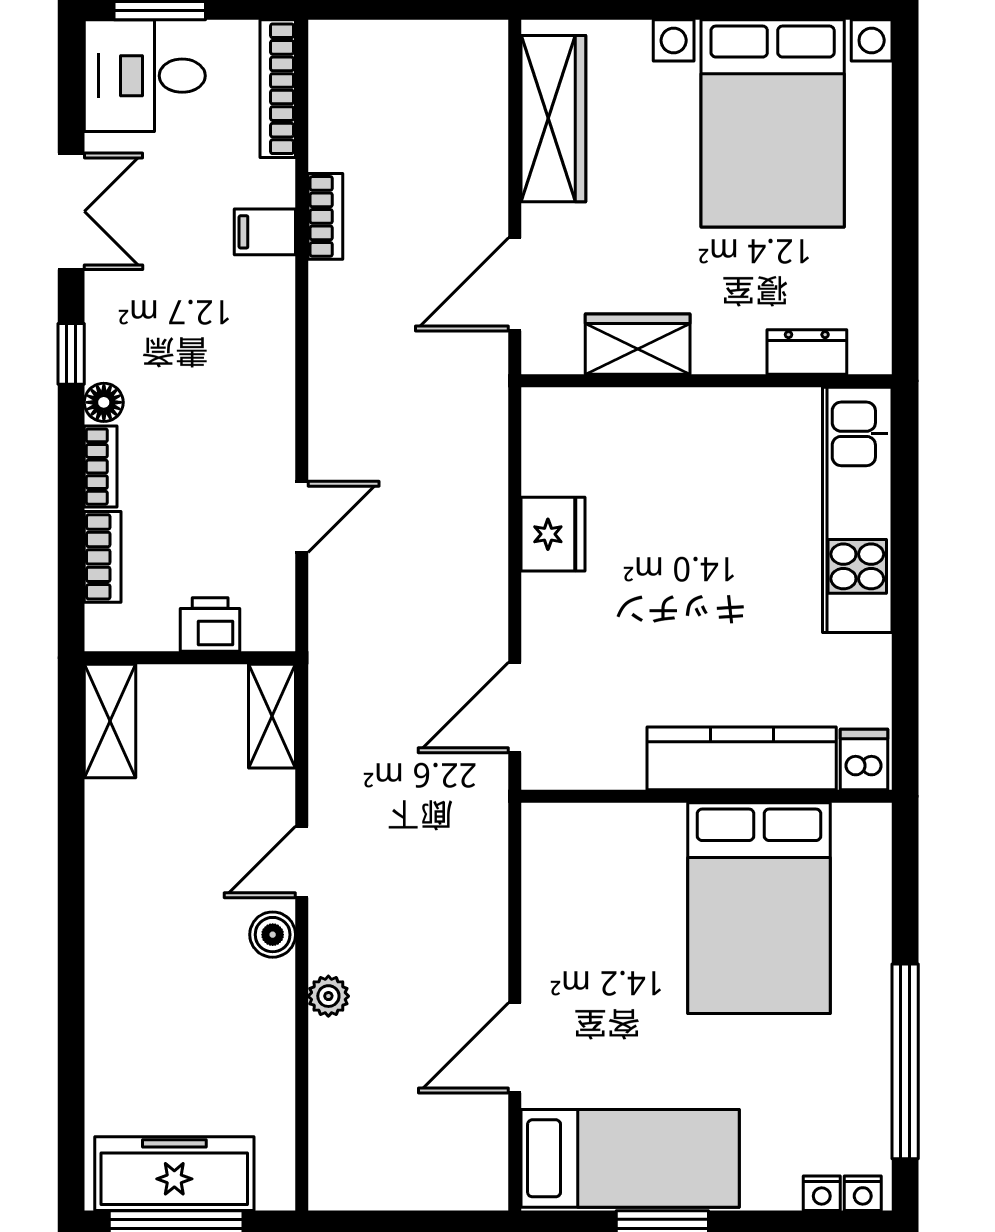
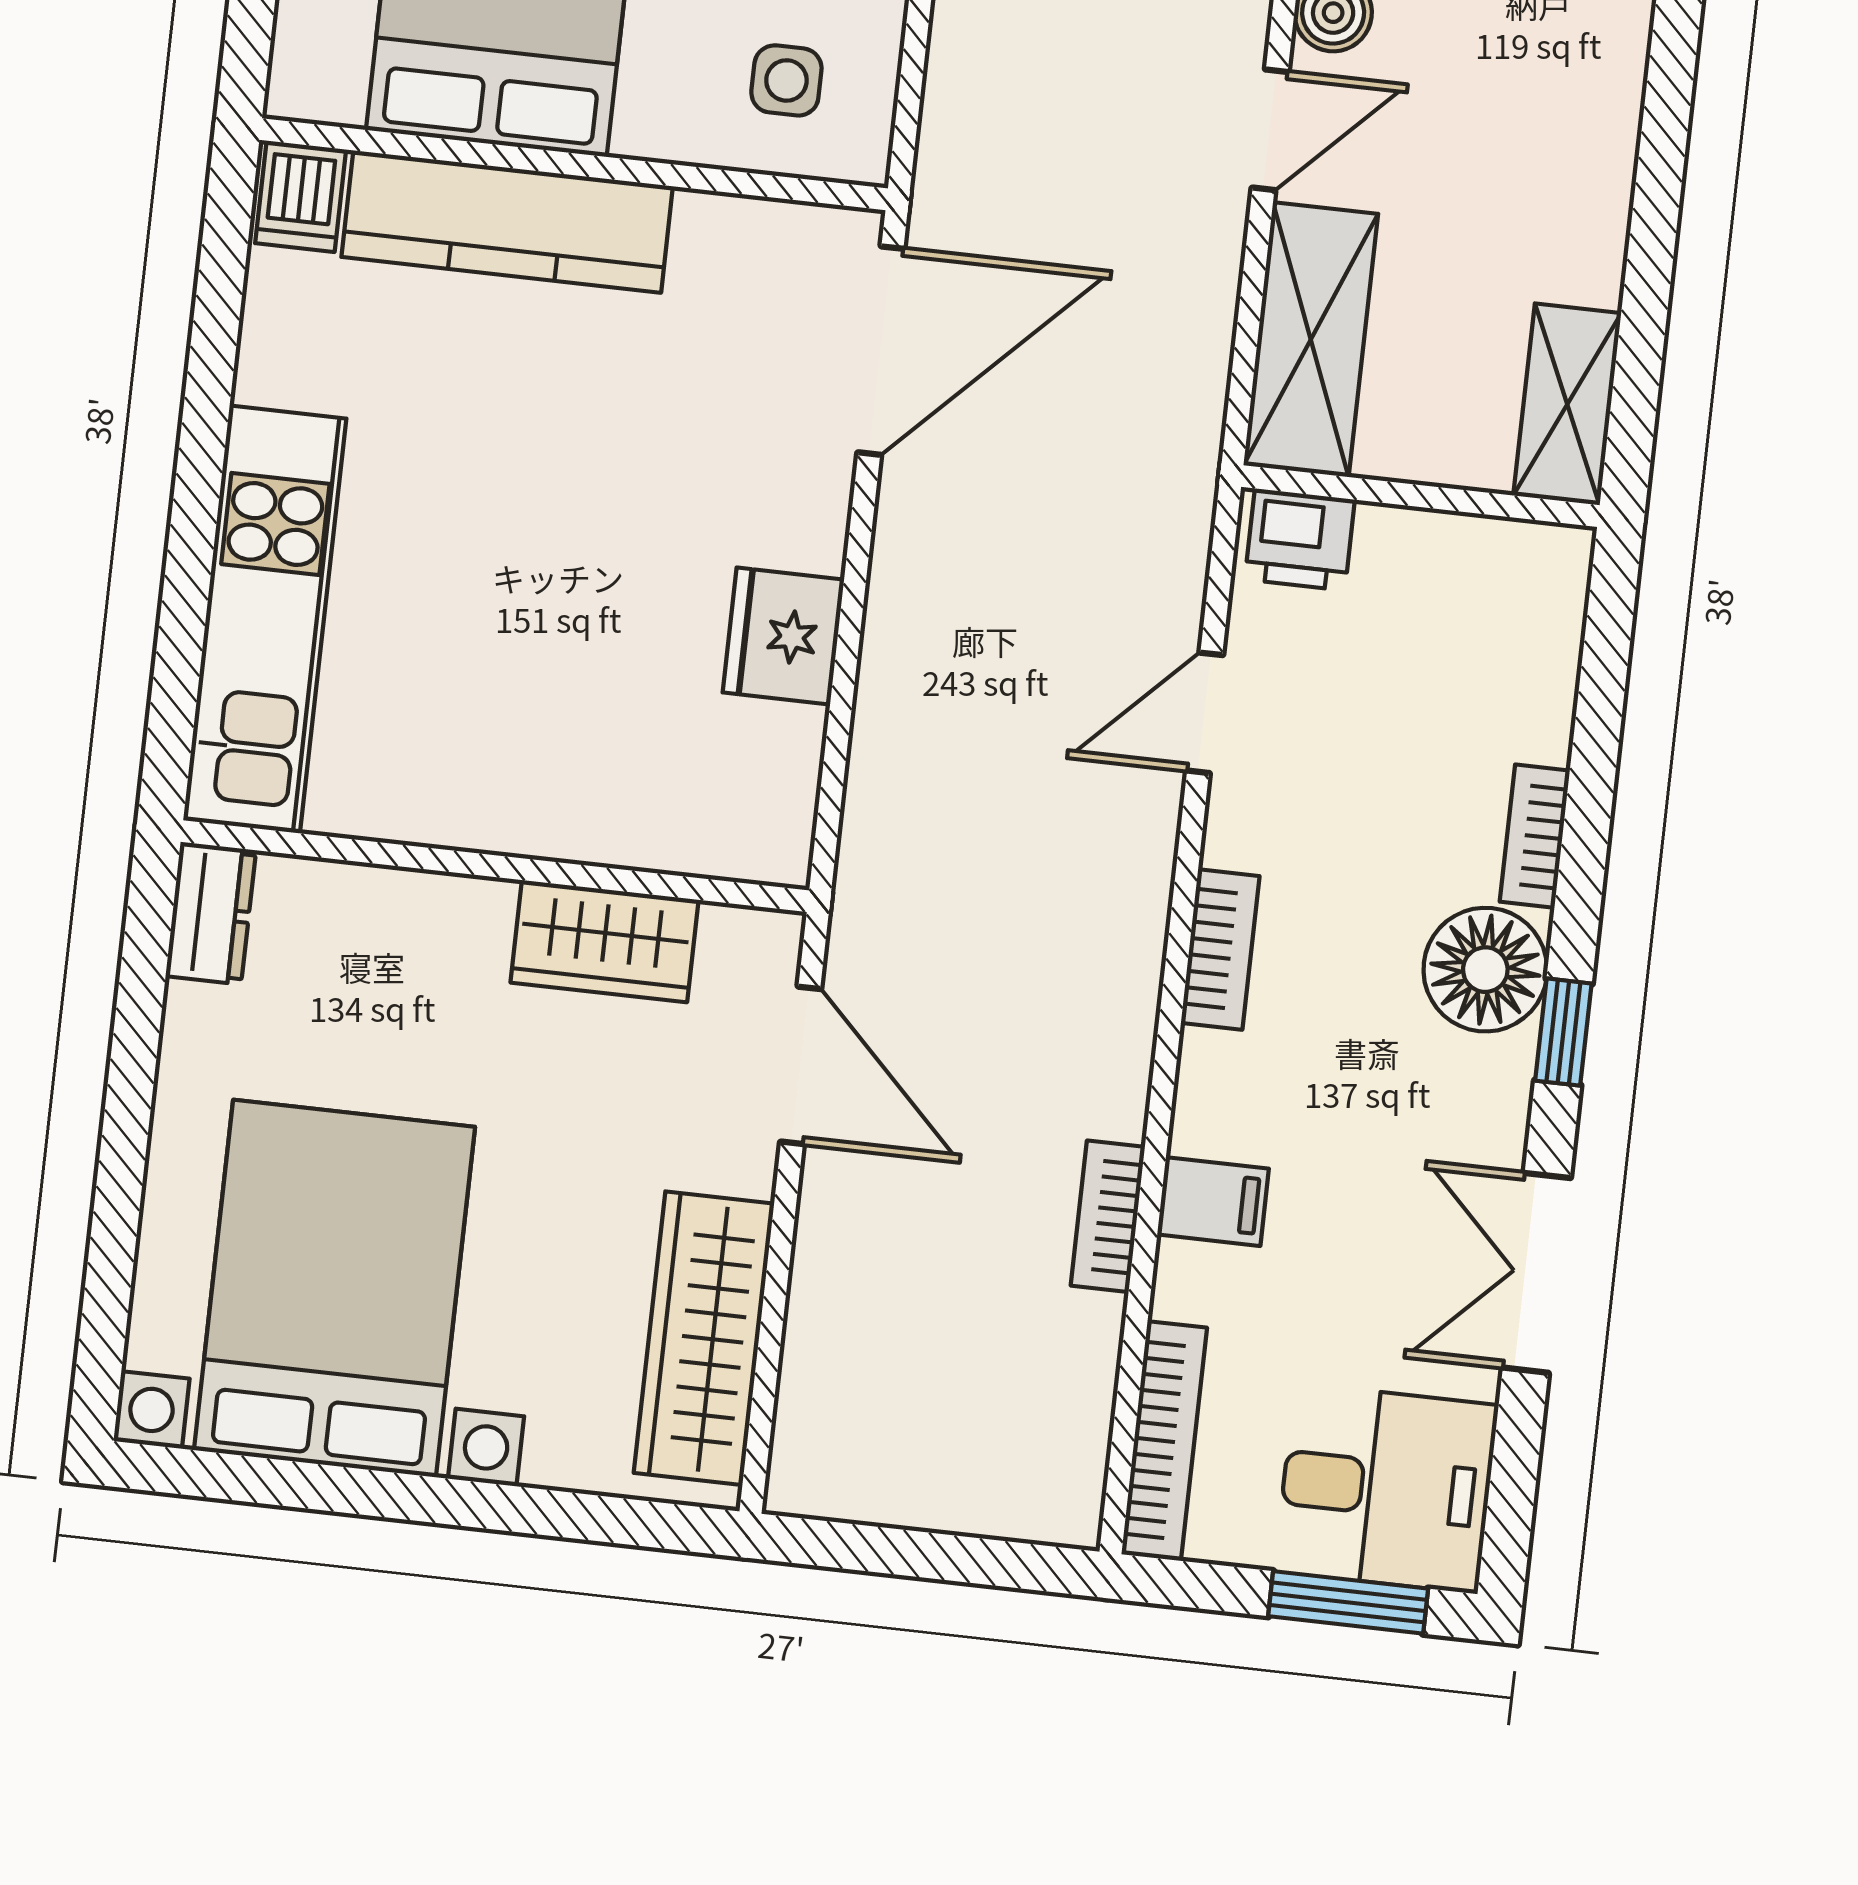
door: (515, 284) -> (801, 1065), hinge flipped
dresser: (807, 352) -> (211, 913), moved, turned -90
floor lamp: (104, 402) -> (1485, 970), width x1.89, depth x1.89
bookcase: (103, 557) -> (1220, 949), moved, turned 180
printer: (210, 624) -> (1300, 540), moved
door: (515, 707) -> (881, 351), width x1.36
shelving: (272, 716) -> (1311, 340), width x1.50, depth x1.33
side table: (588, 859) -> (786, 80), added

